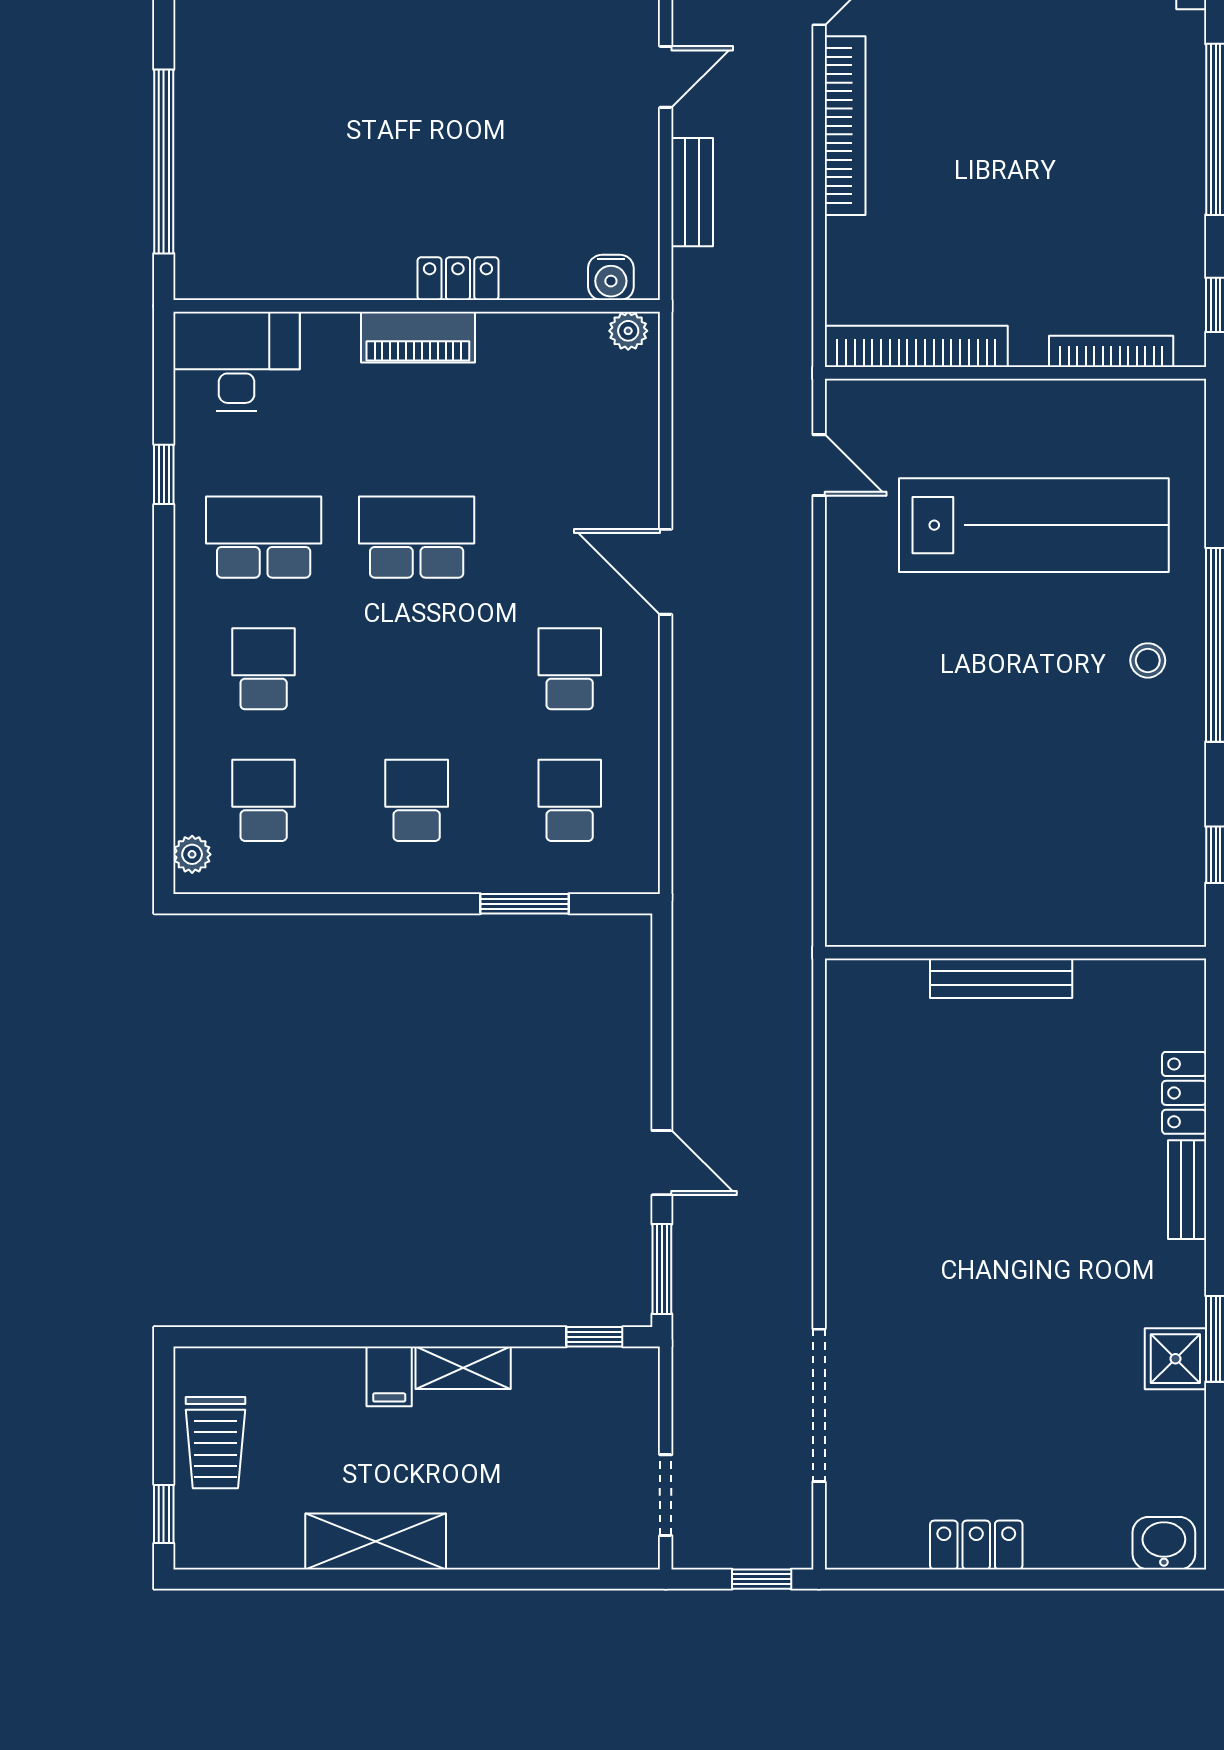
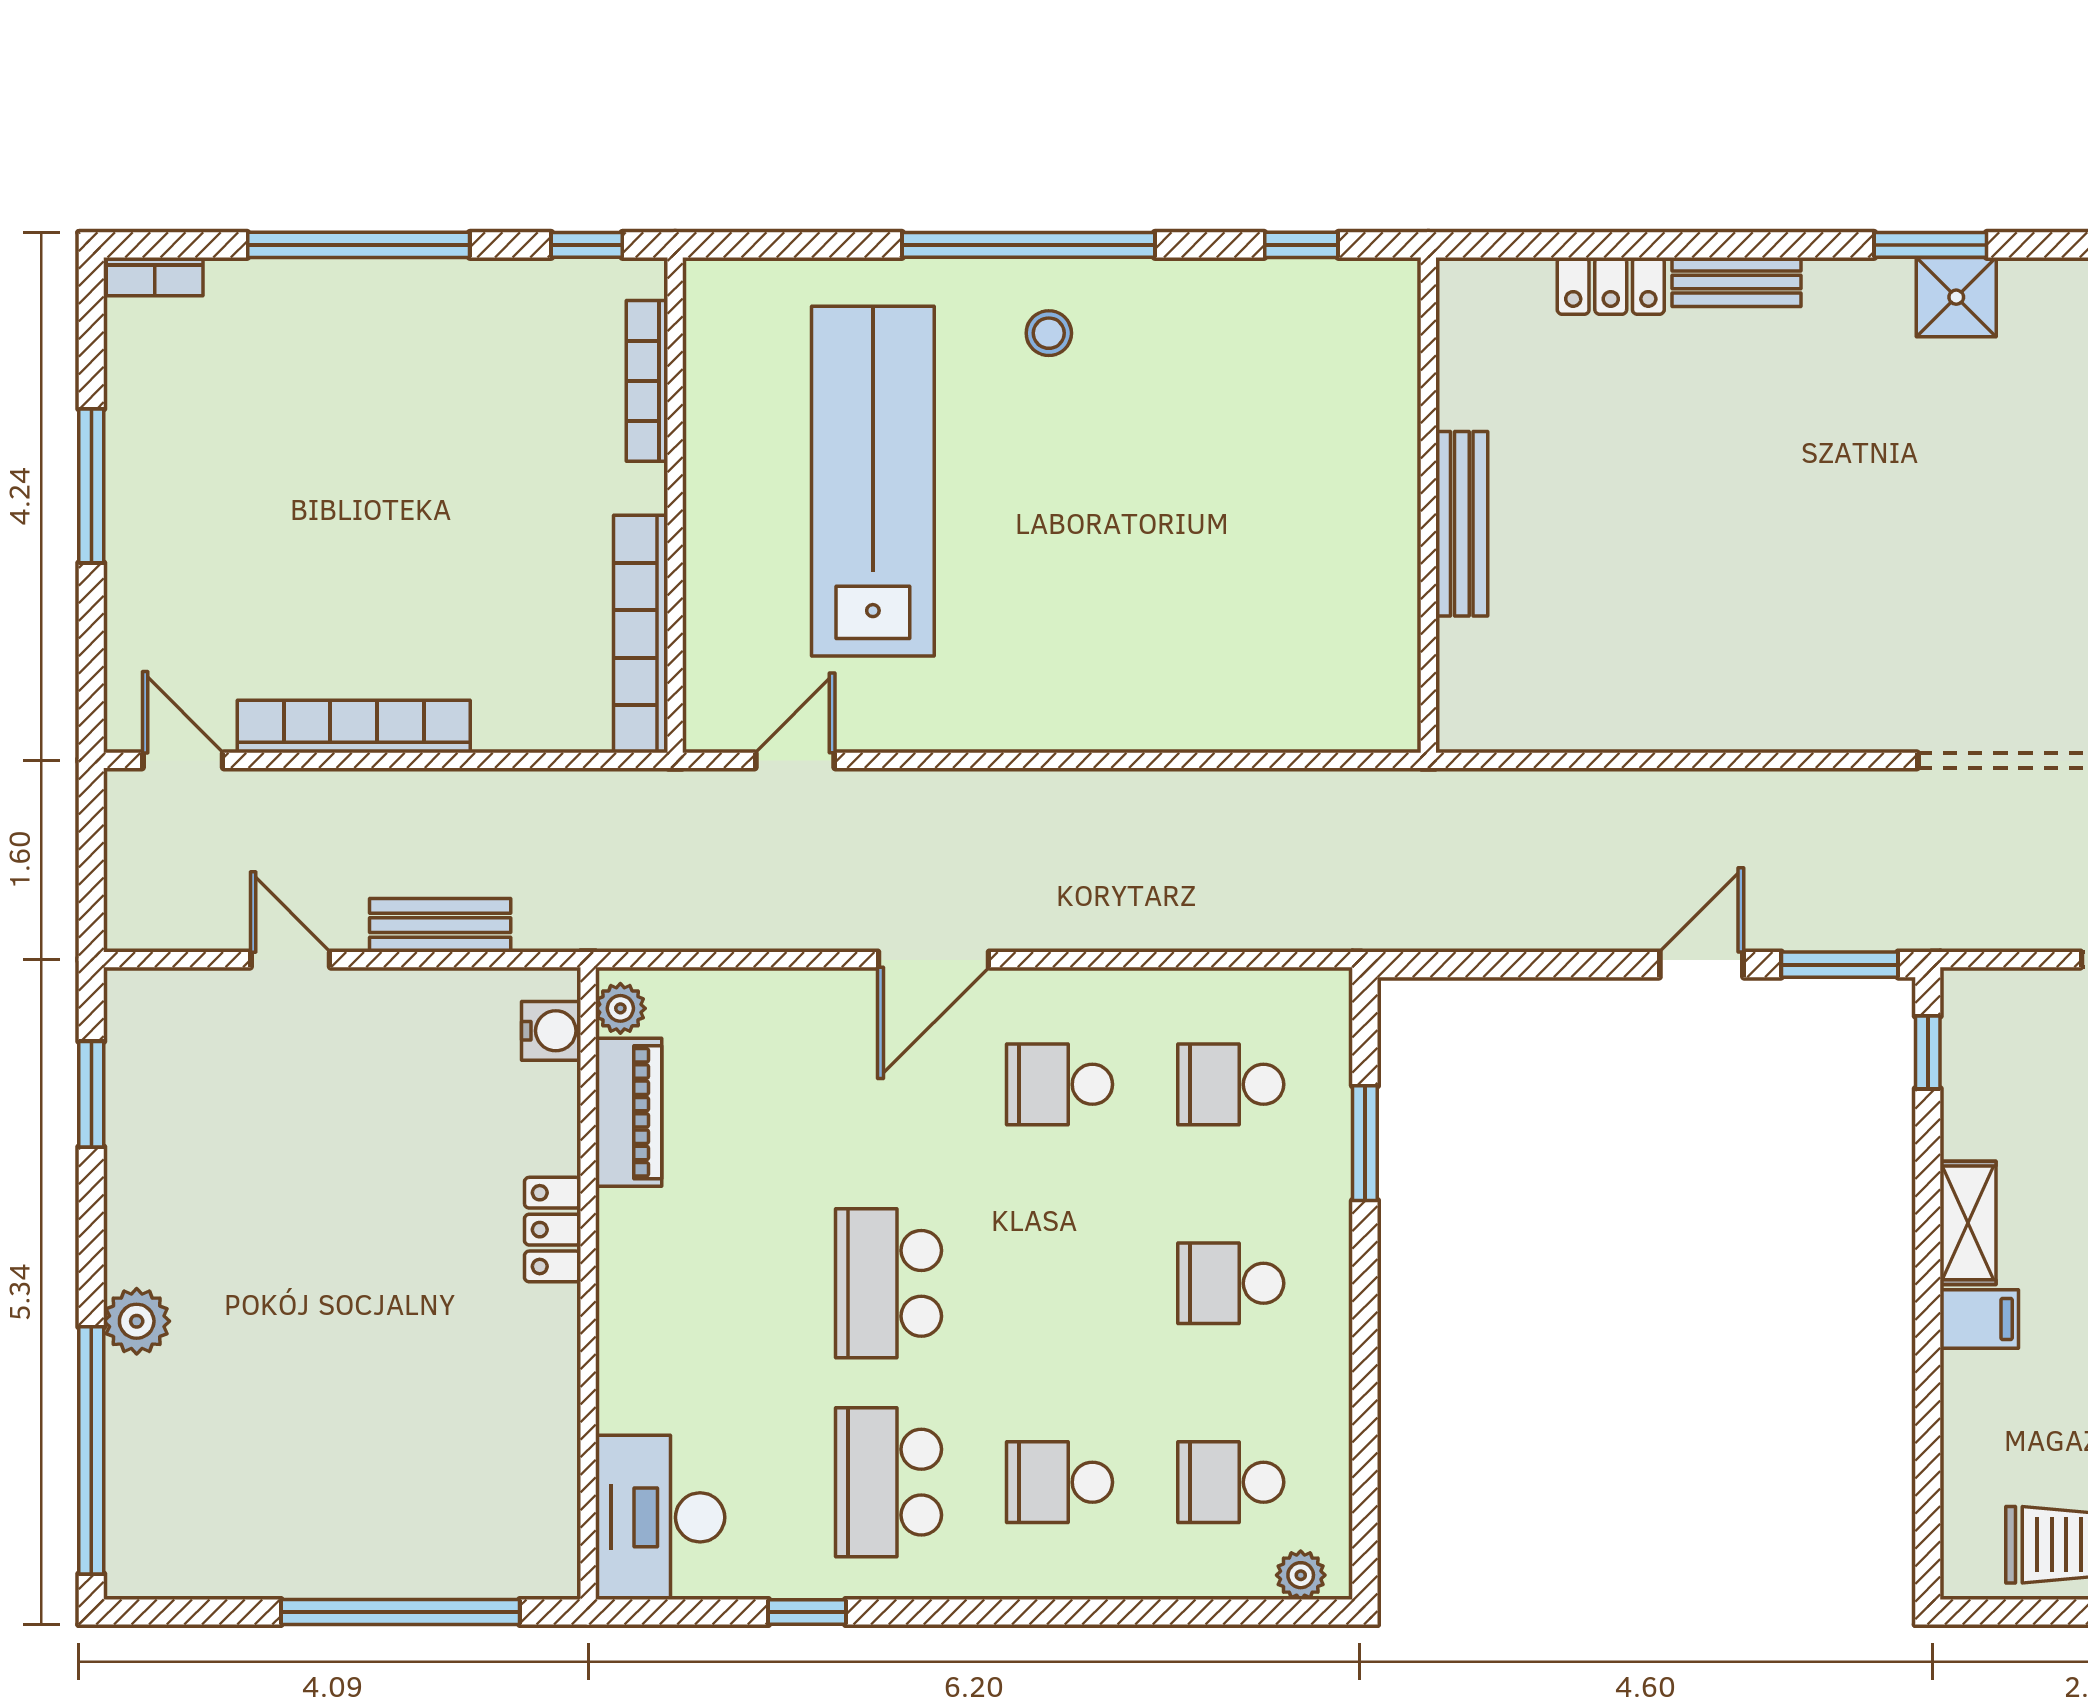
piano: (418, 337) -> (629, 1112), moved

